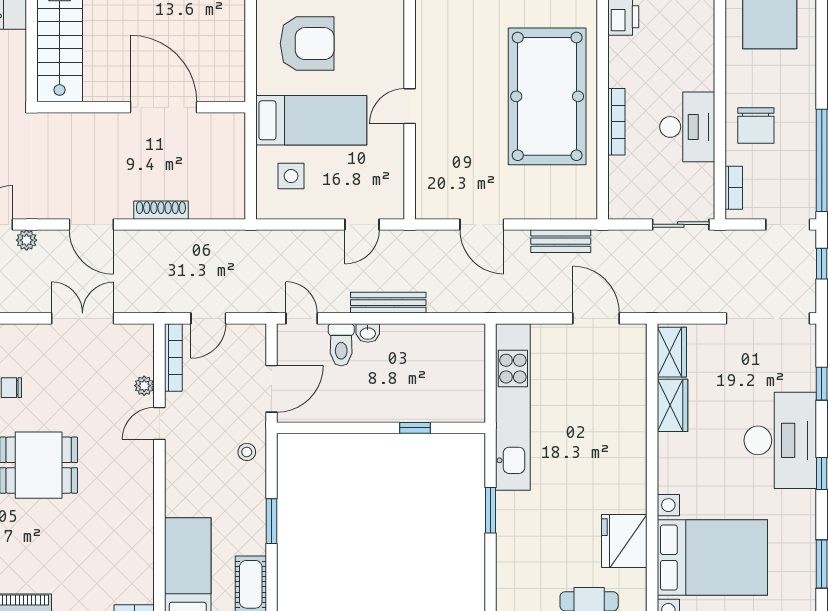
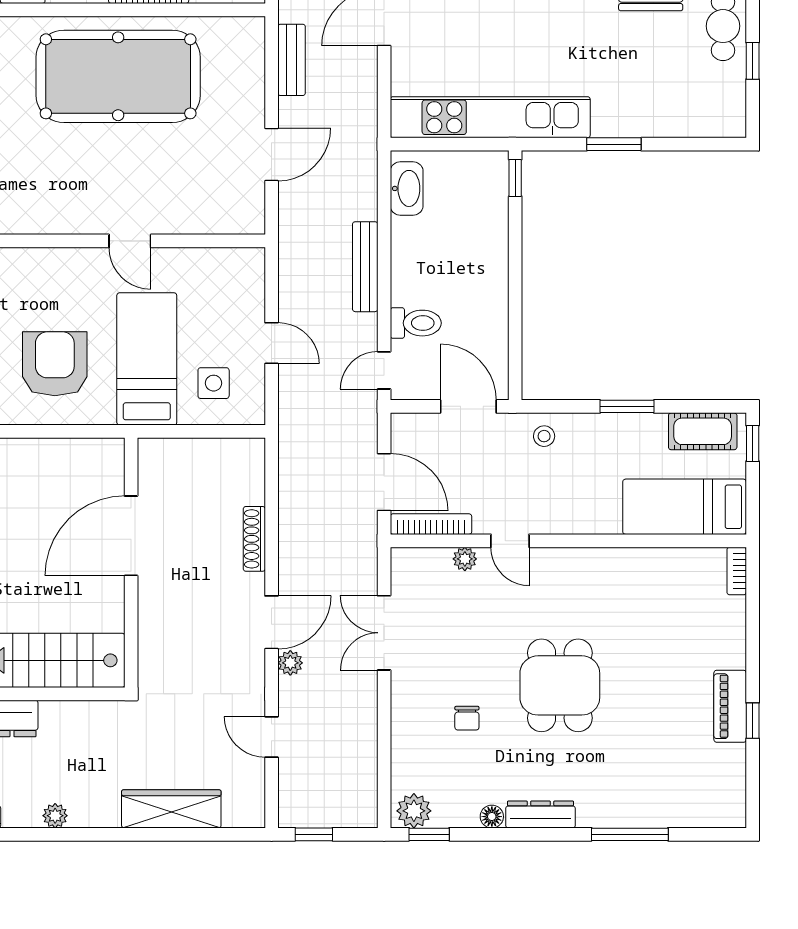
door: (362, 224) -> (272, 343), moved
plant: (27, 240) -> (290, 663), moved
door: (208, 318) -> (384, 482), width x1.38
washbasin: (368, 333) -> (407, 188), moved, width x1.91, depth x1.45
window: (415, 428) -> (515, 178), moved

